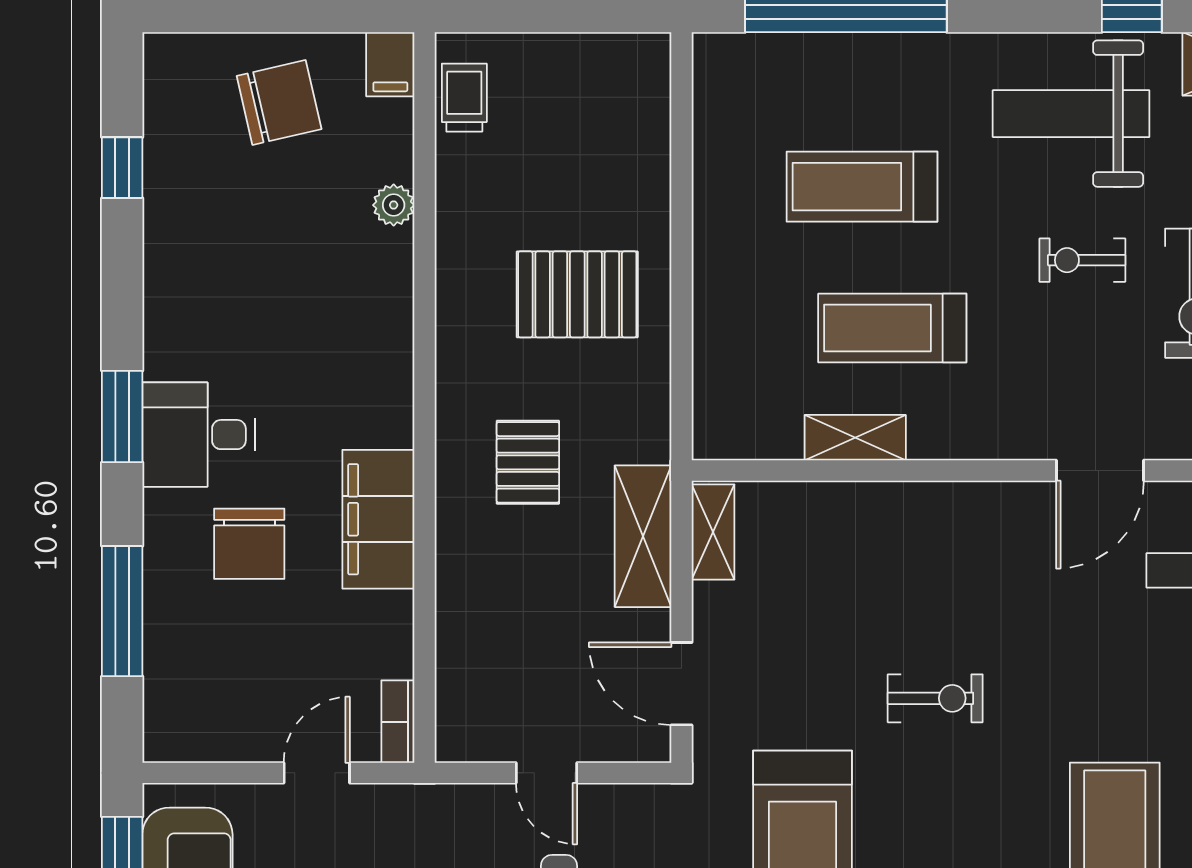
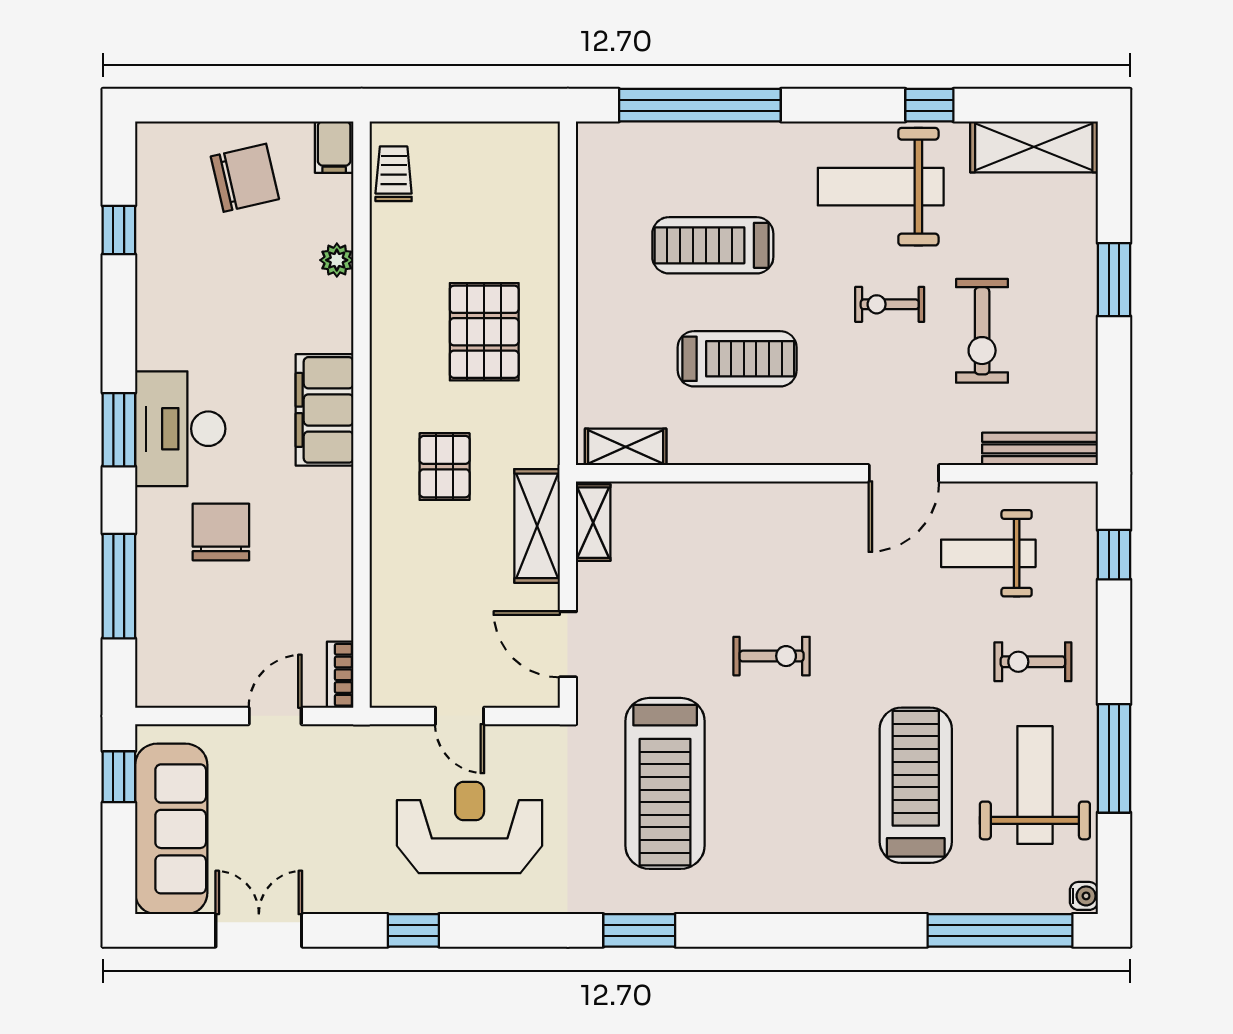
pallet: (577, 294) -> (484, 332), turned 90
treadmill: (892, 328) -> (737, 359), turned 180
desk: (199, 435) -> (180, 429), width x1.37
shelving: (855, 438) -> (626, 447), moved
filing cabinet: (378, 519) -> (325, 410), moved
chair: (249, 544) -> (221, 532), turned 180

